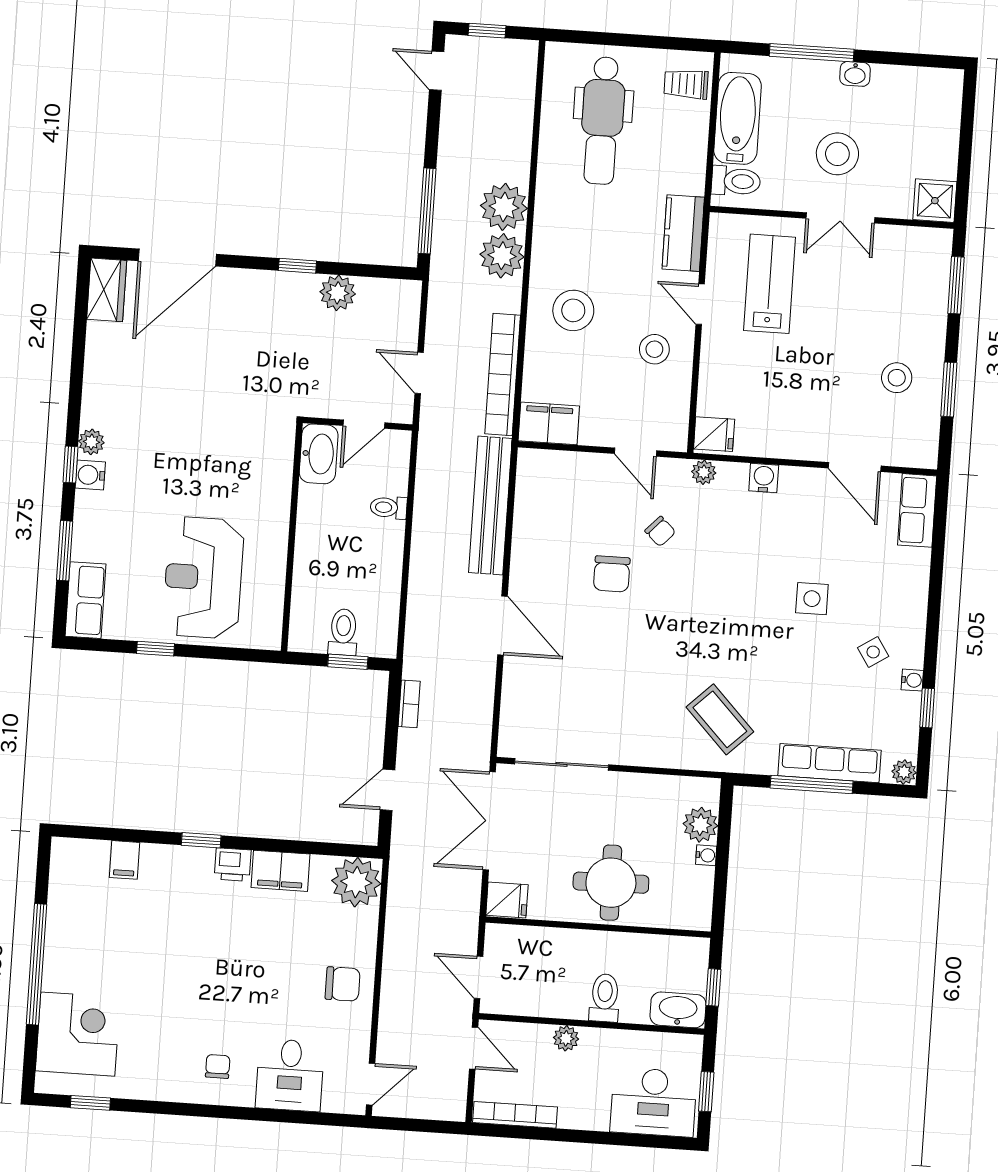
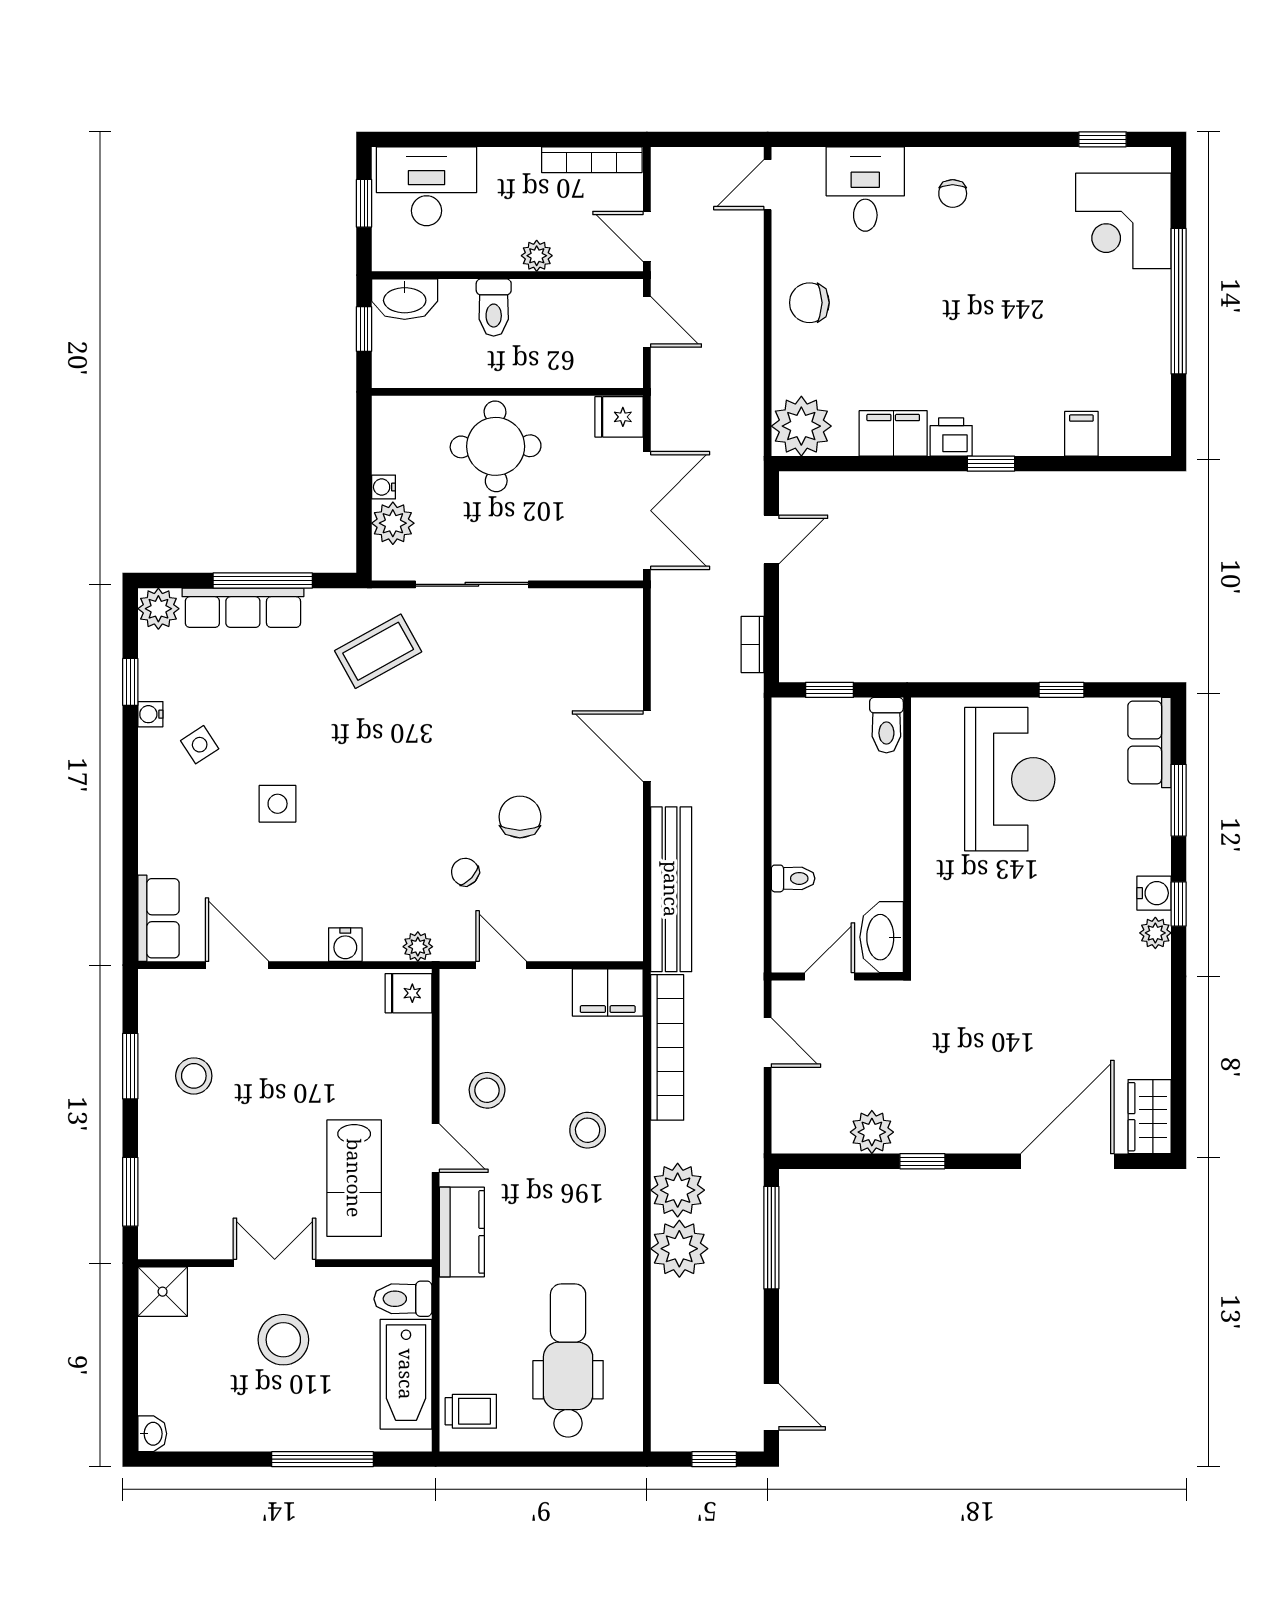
washbasin: (855, 74) -> (152, 1434), moved, turned 90
stool: (573, 310) -> (588, 1130), width x0.73, depth x0.73
toilet: (343, 632) -> (886, 725), moved
coffee table: (720, 719) -> (378, 651), turned -75
sliding door: (561, 764) -> (472, 584), moved
plant: (904, 772) -> (158, 609), width x1.38, depth x1.38

